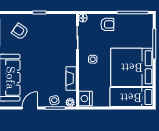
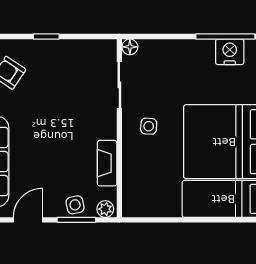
armchair: (107, 24) -> (177, 59), removed
nightstand: (85, 99) -> (230, 52), moved, turned 90

